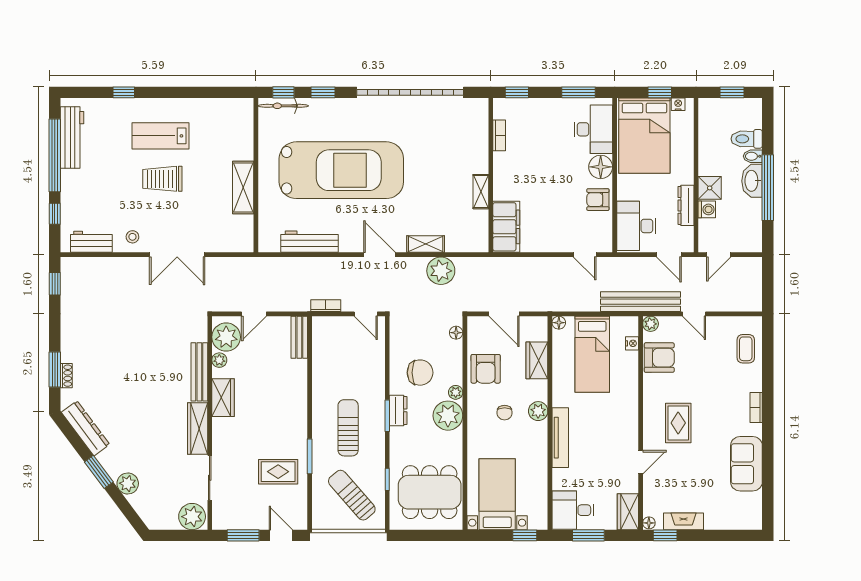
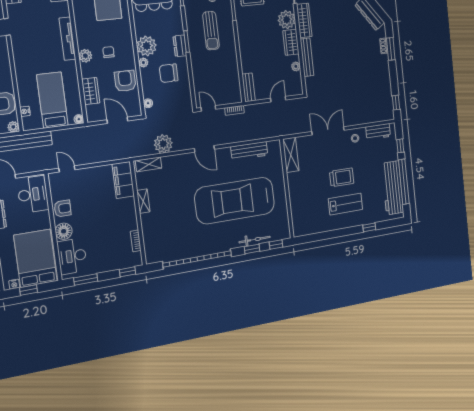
bicycle: (283, 106) -> (255, 240), moved
workbench: (72, 137) -> (393, 188), width x1.36, depth x1.32
shelving: (243, 187) -> (291, 155), moved
shelving: (426, 244) -> (149, 164), moved
plant: (226, 337) -> (287, 20), moved

